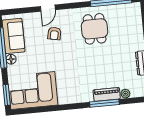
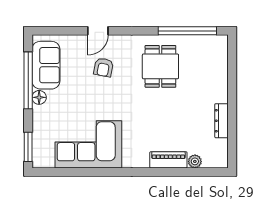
corner sofa: (33, 91) -> (88, 144), moved
window: (104, 103) -> (164, 172), removed

